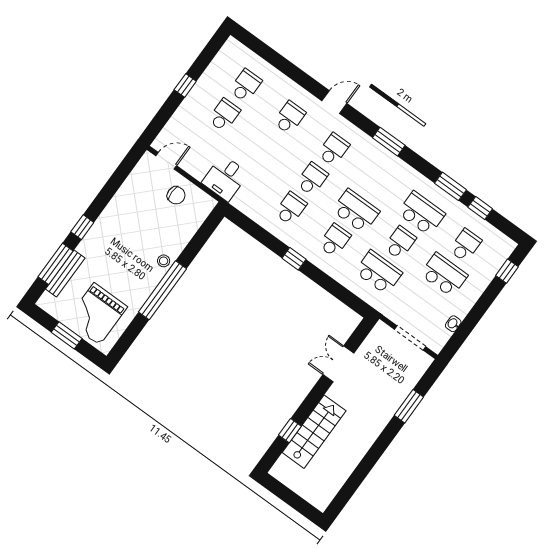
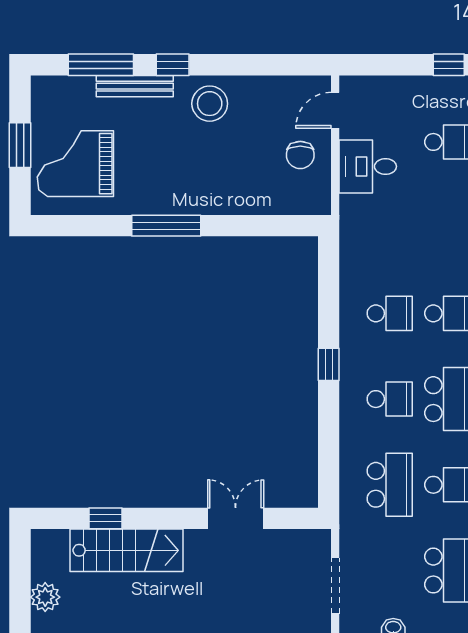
door: (166, 161) -> (335, 110), swing flipped
desk: (225, 178) -> (368, 166), moved
stool: (164, 261) -> (210, 104), moved, width x1.89, depth x1.89
bench: (65, 274) -> (135, 86), moved
window: (162, 290) -> (166, 226), width x0.68
plant: (308, 491) -> (45, 597), added

